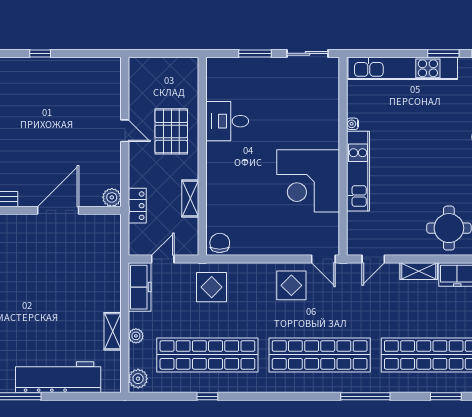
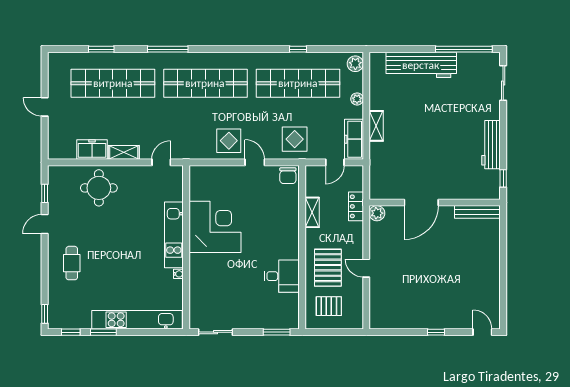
window: (255, 53) -> (277, 332), moved
pallet: (170, 85) -> (329, 306), added
door: (323, 259) -> (255, 162), moved
shelving: (113, 331) -> (376, 126), moved

